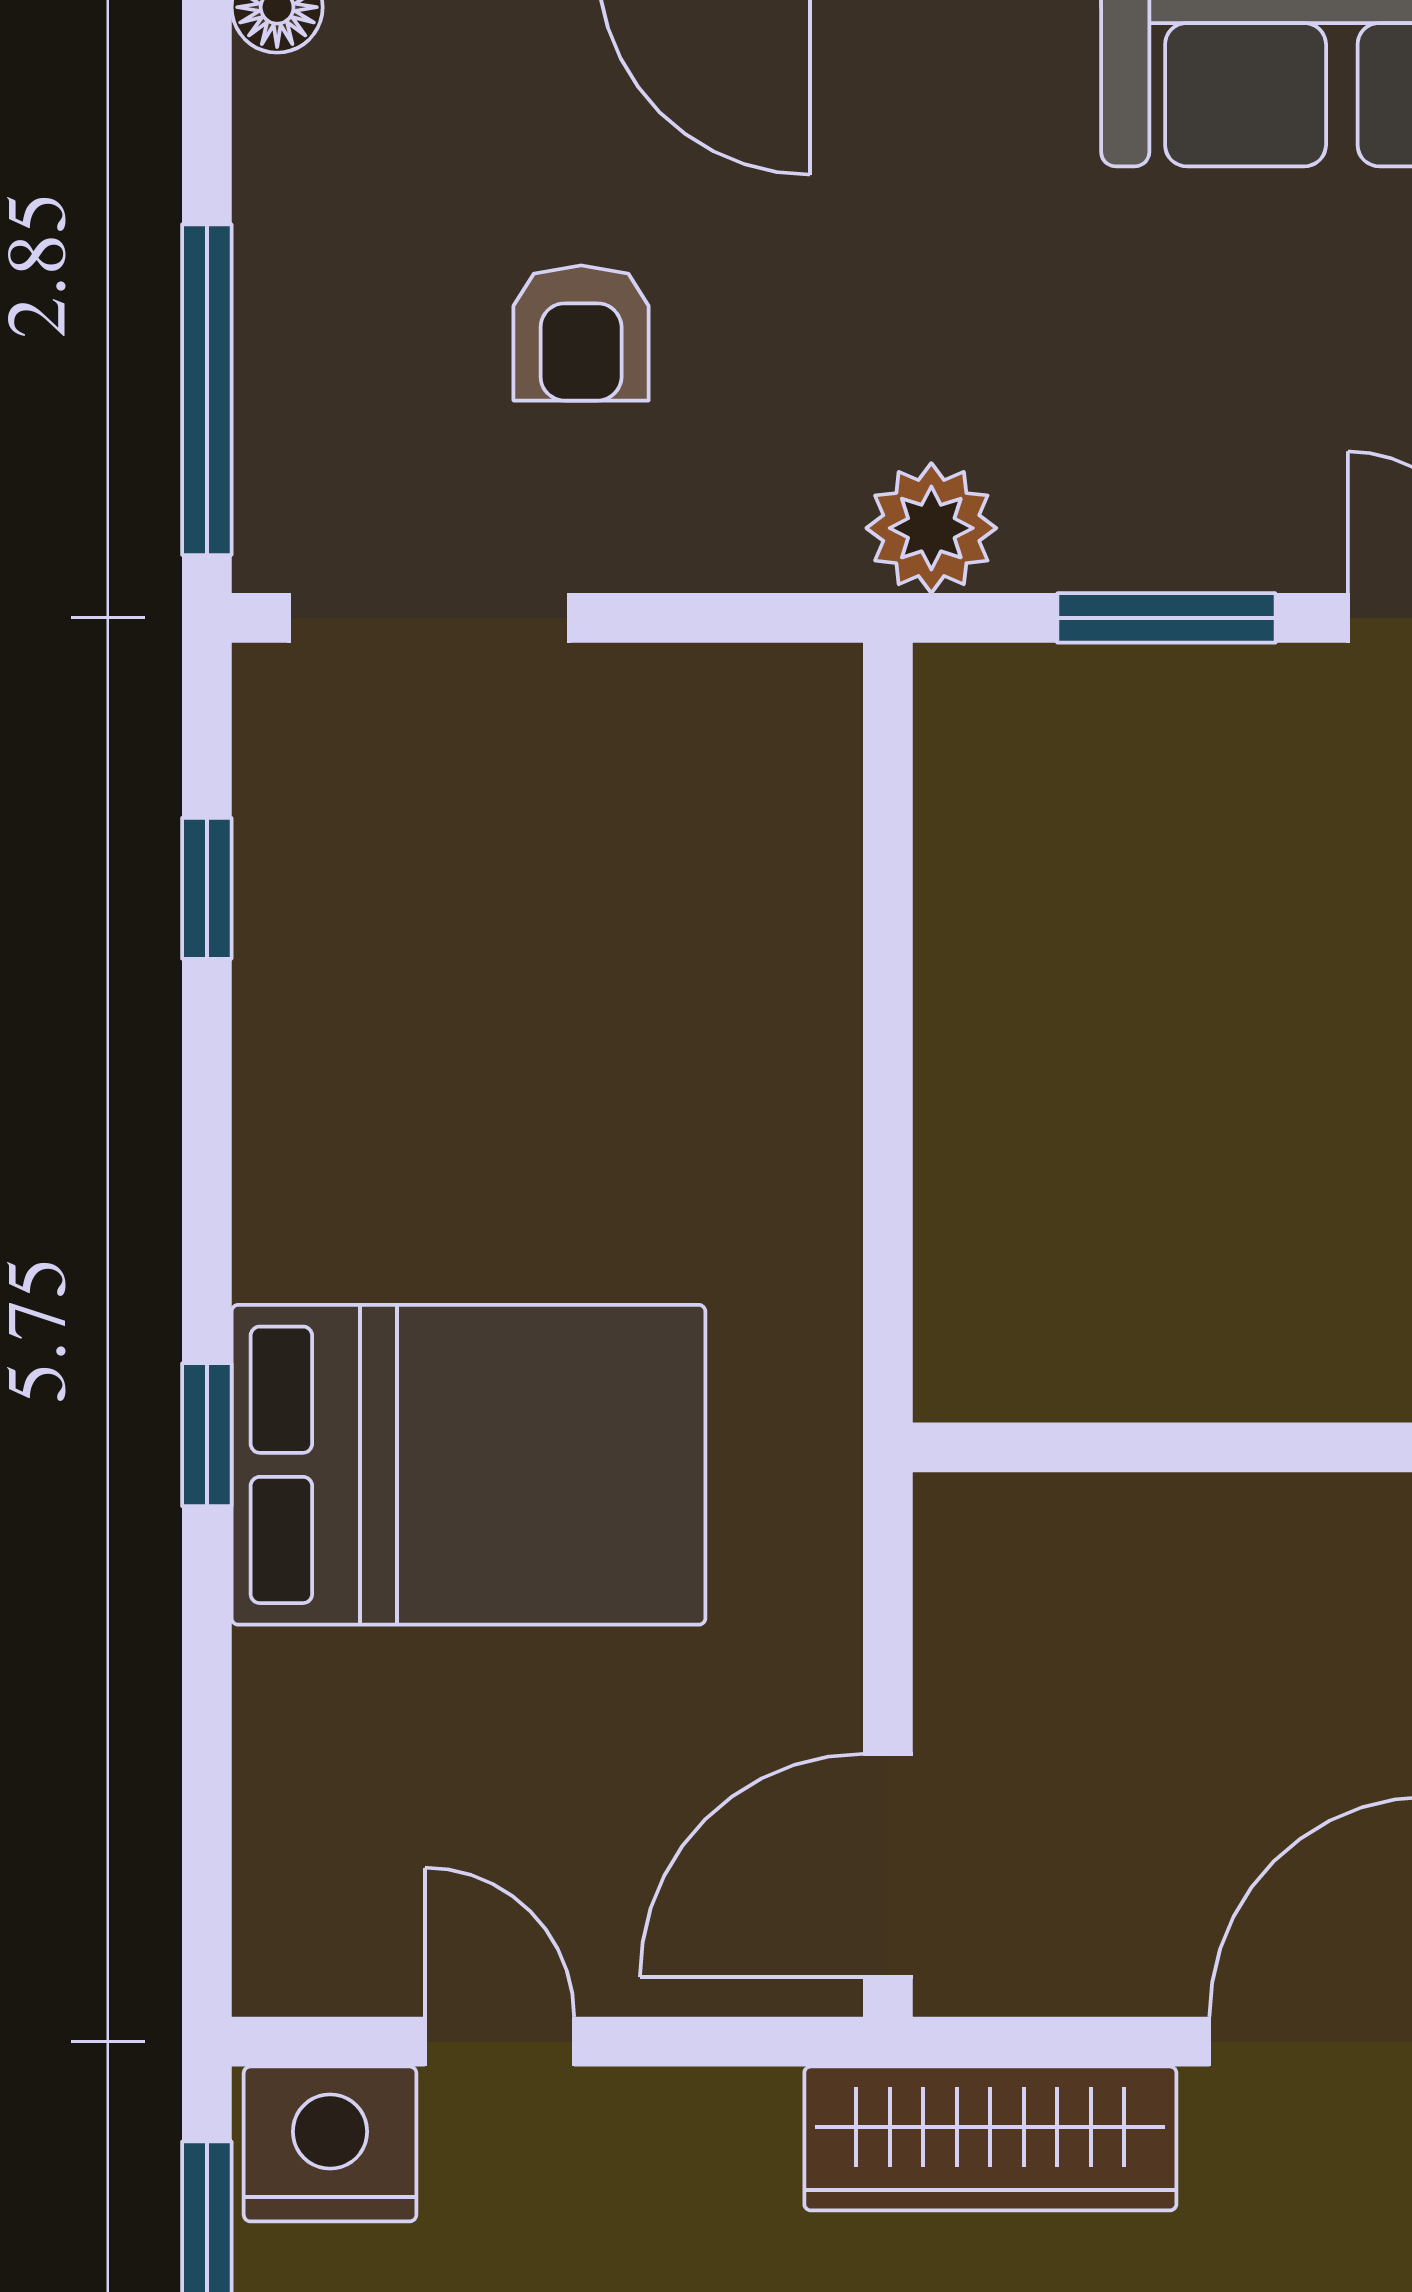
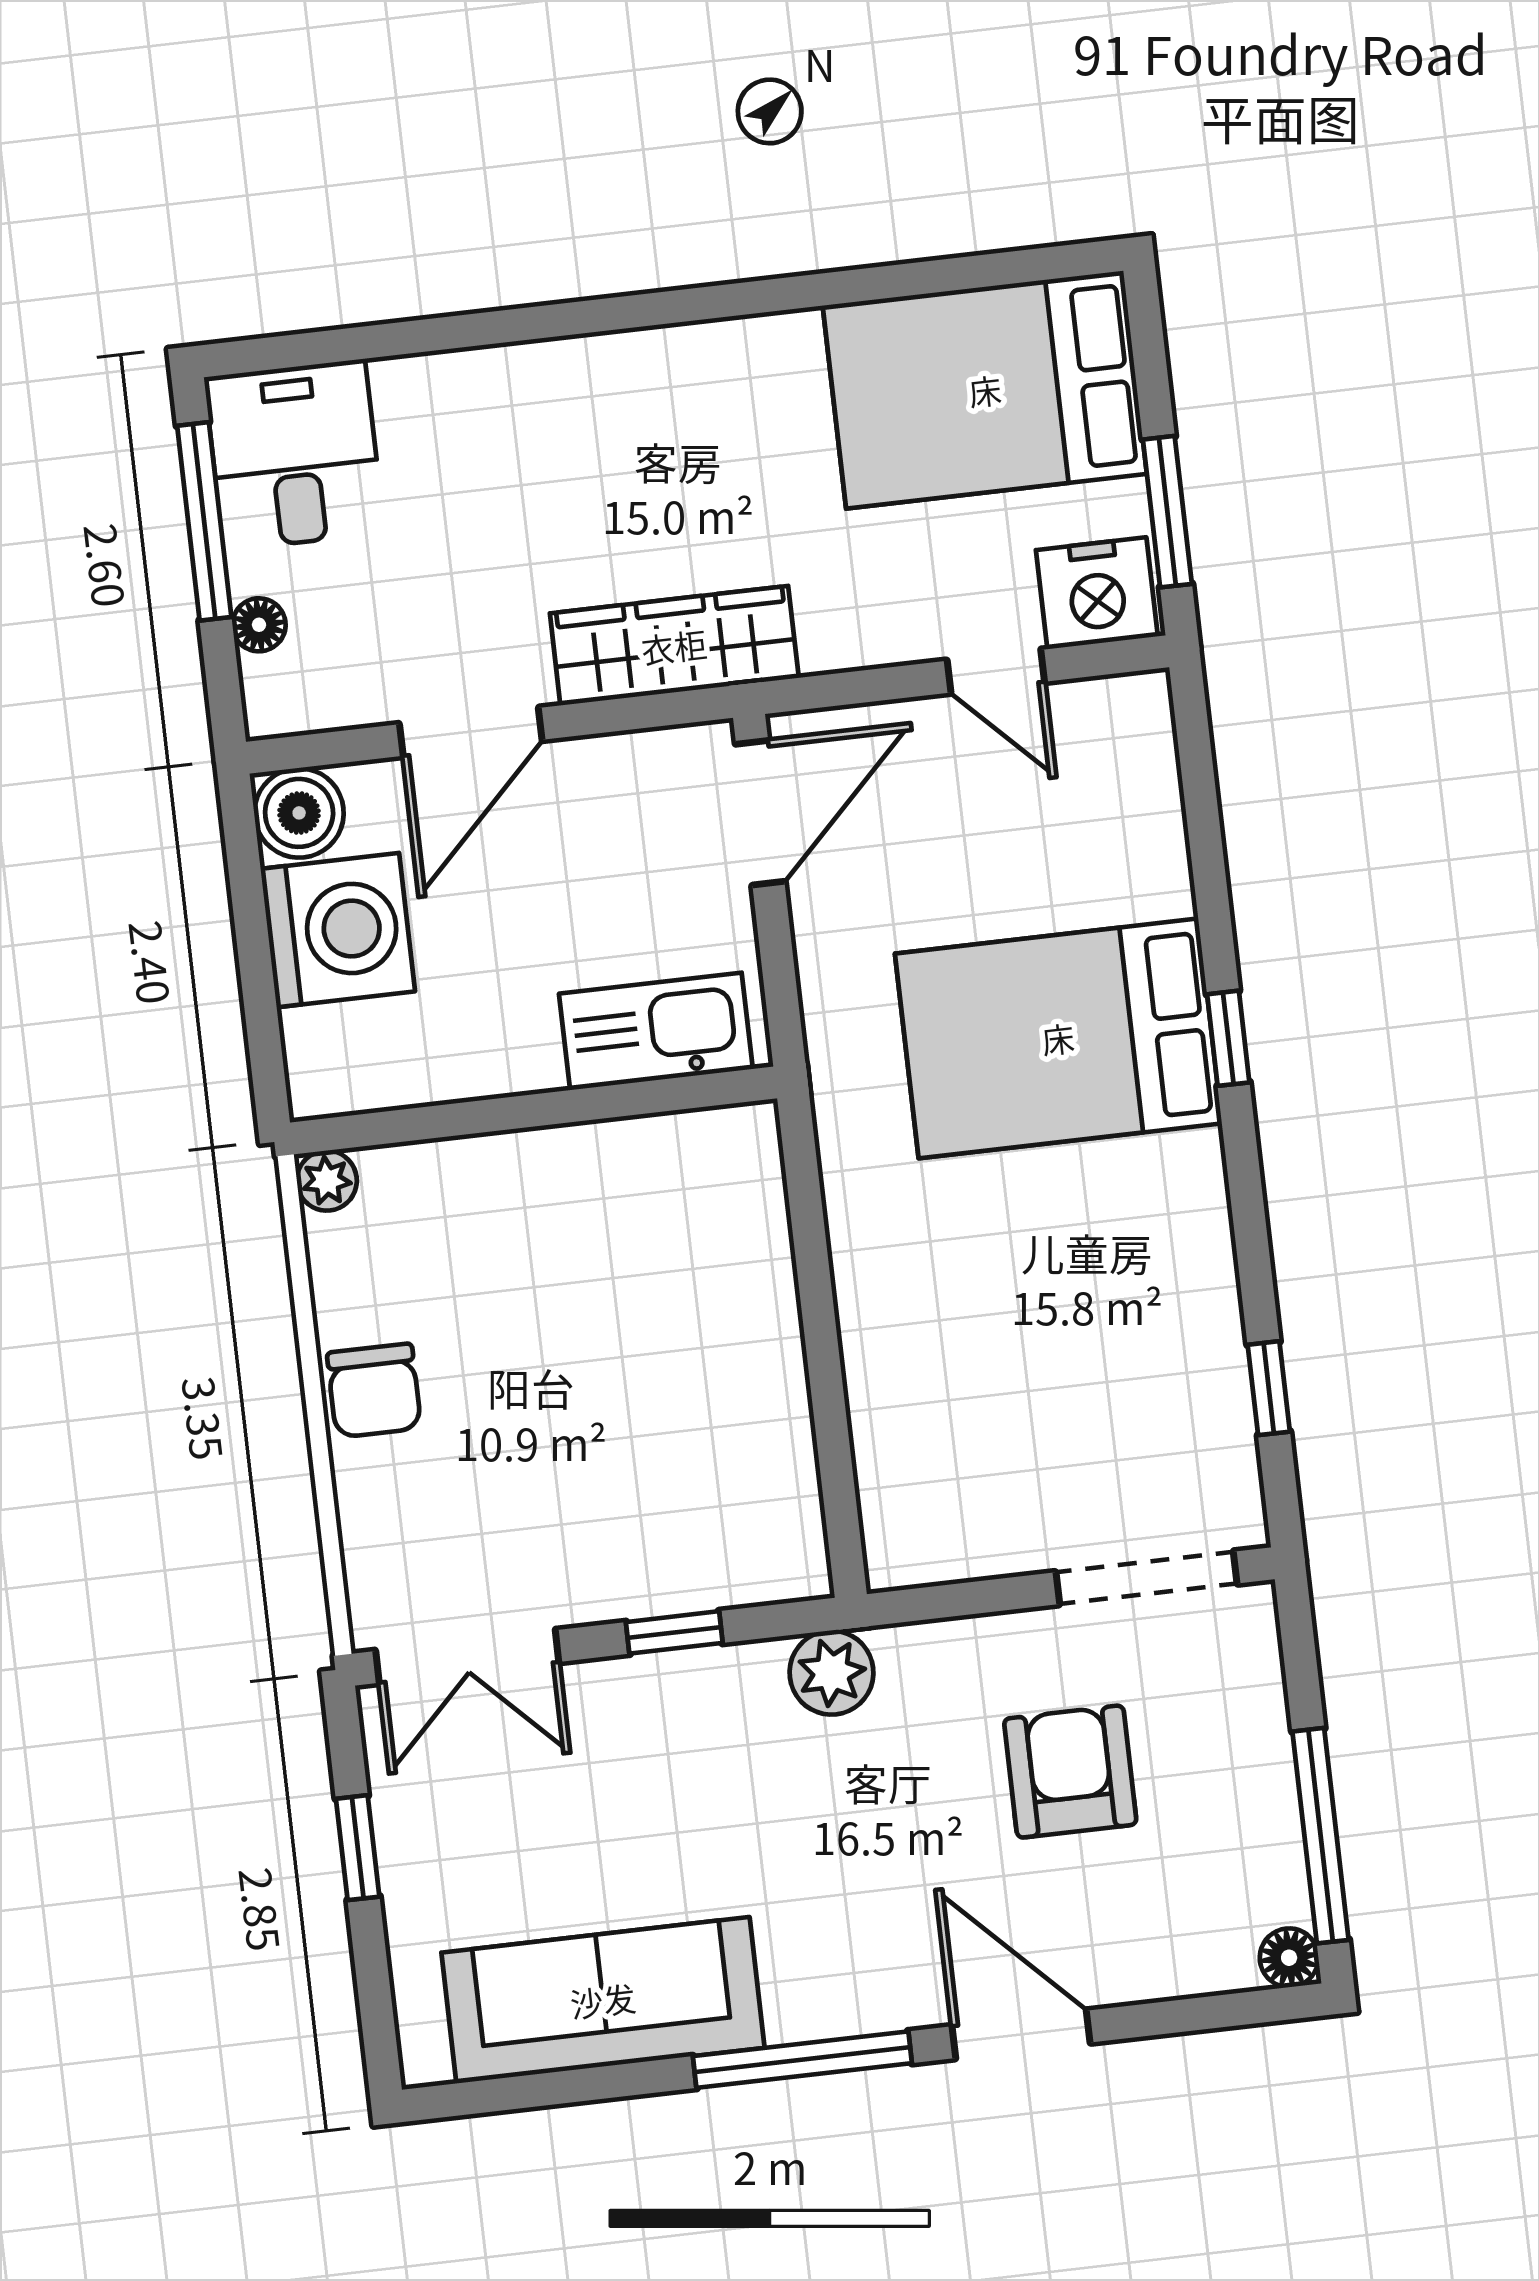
armchair: (581, 333) -> (1070, 1772), width x1.38, depth x1.38
window: (207, 390) -> (1321, 1836), moved
window: (1166, 618) -> (674, 1632), width x0.67
kitchen sink: (1087, 1547) -> (656, 1031), added

